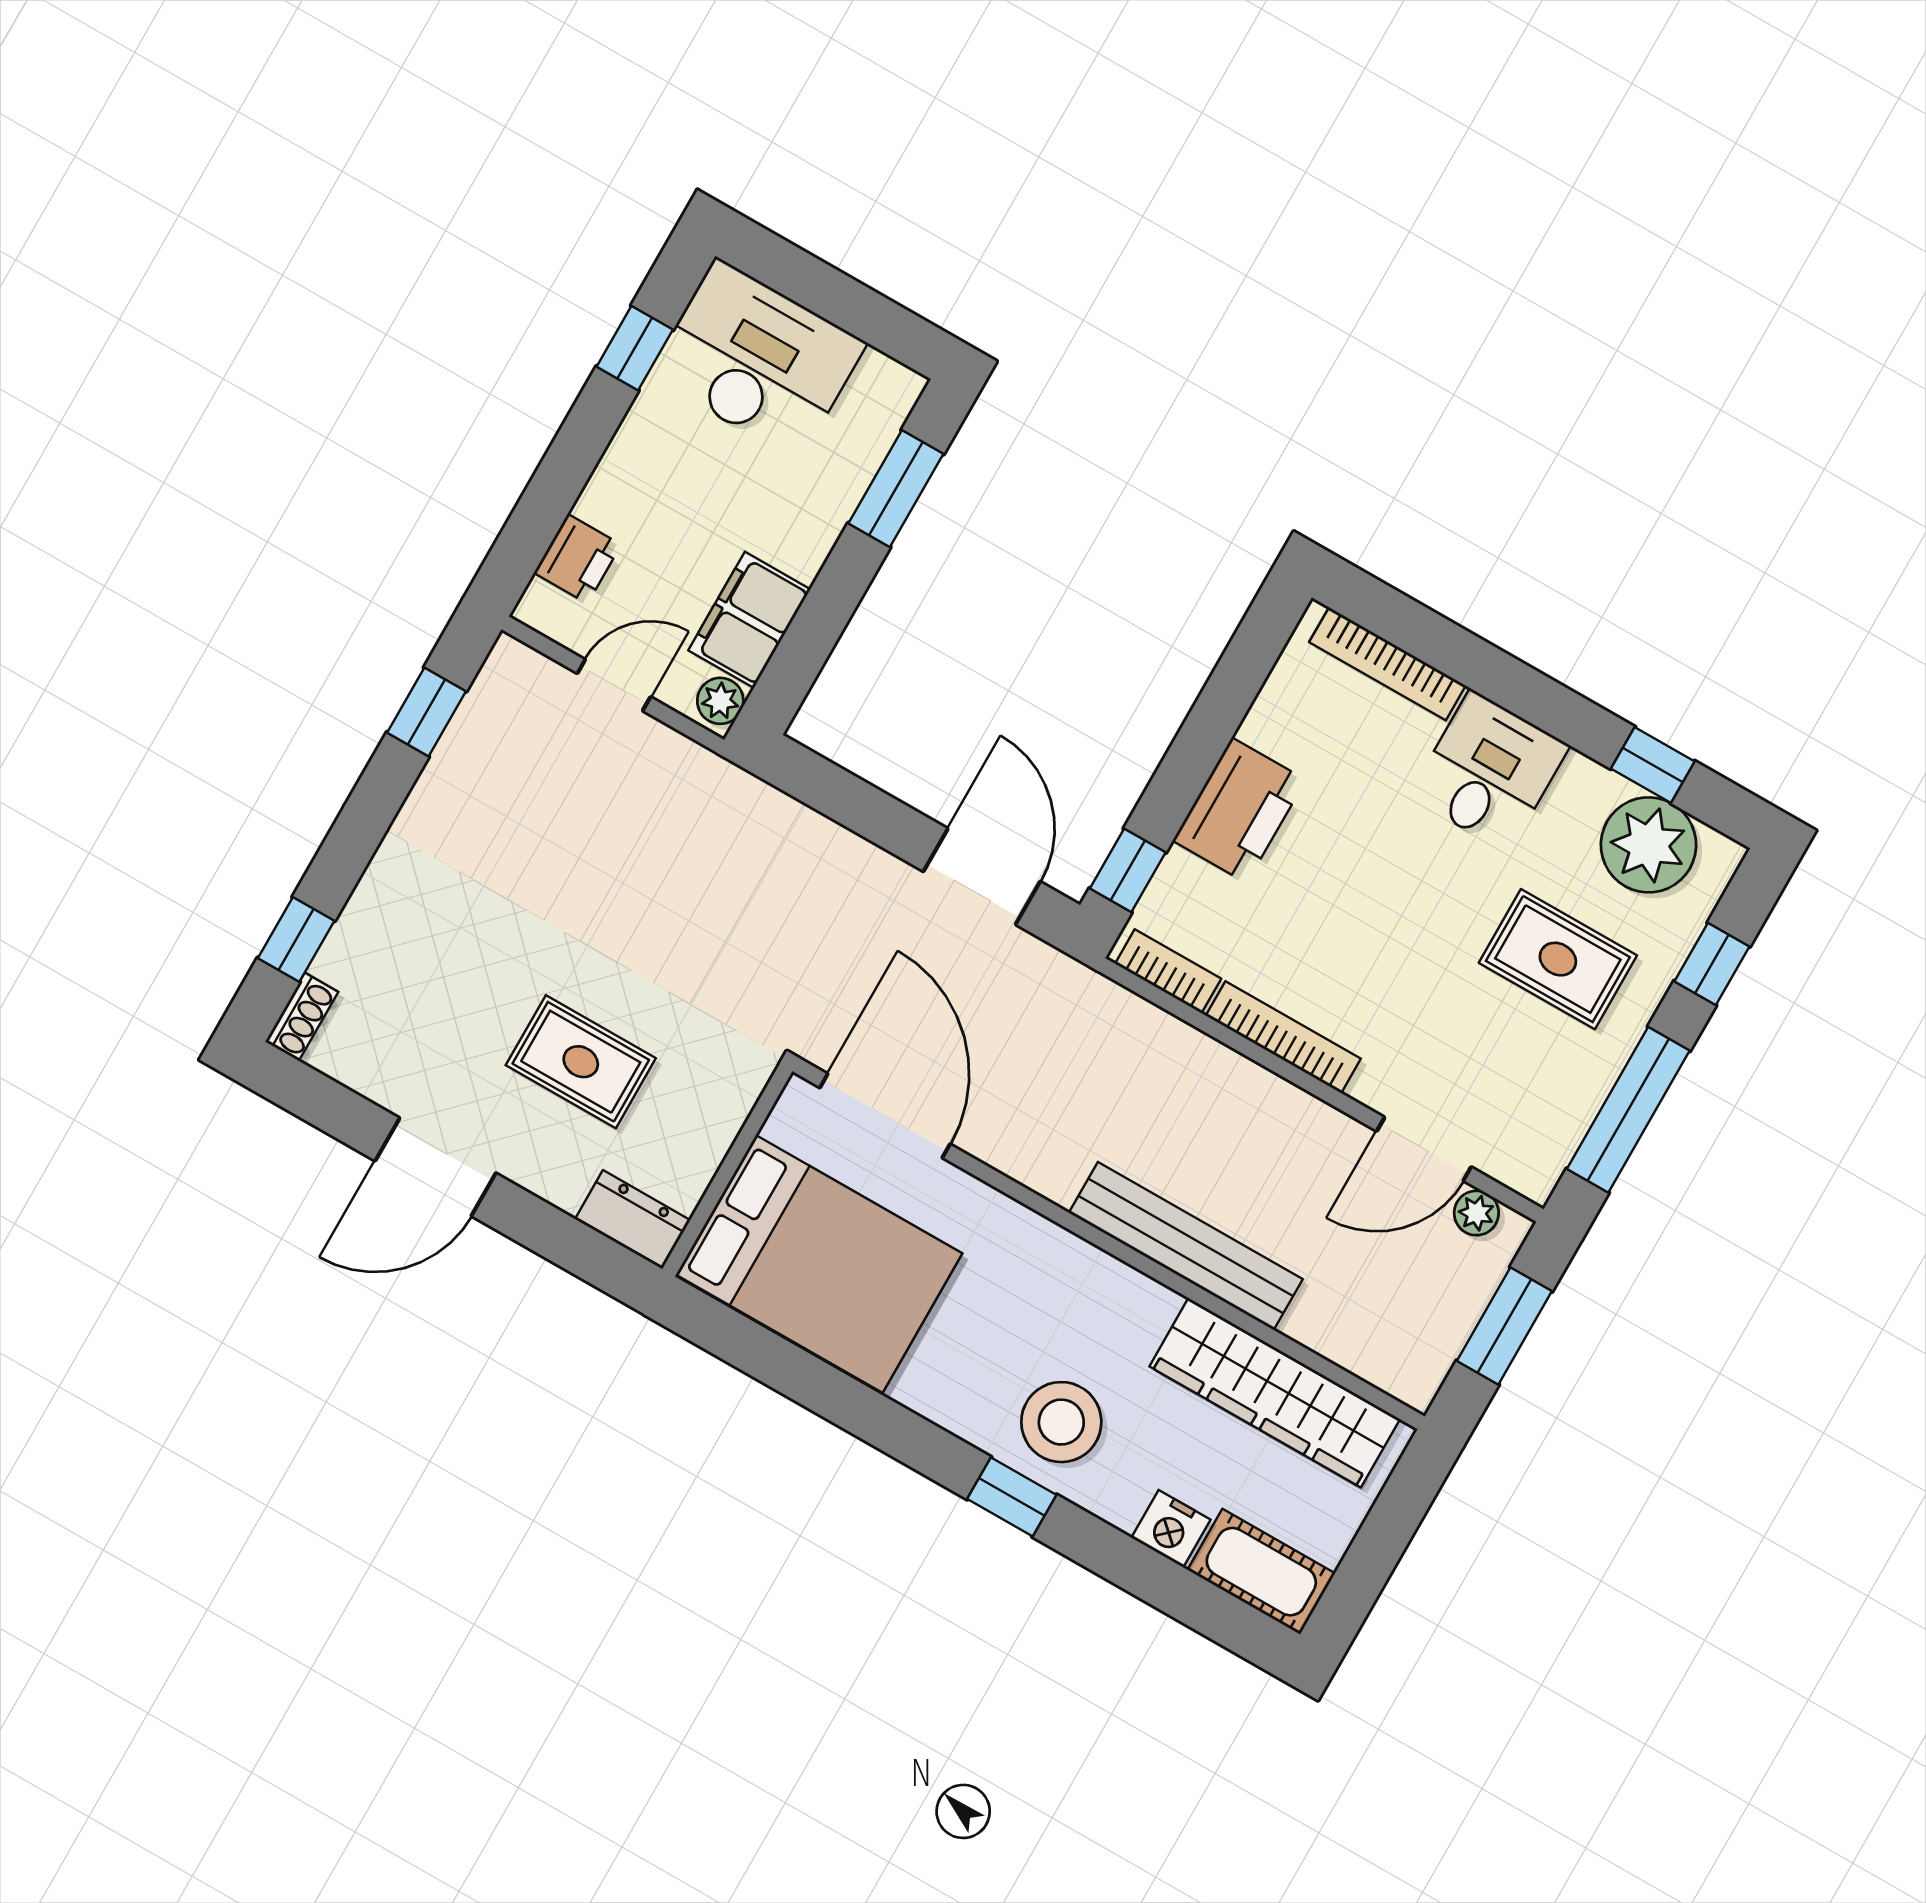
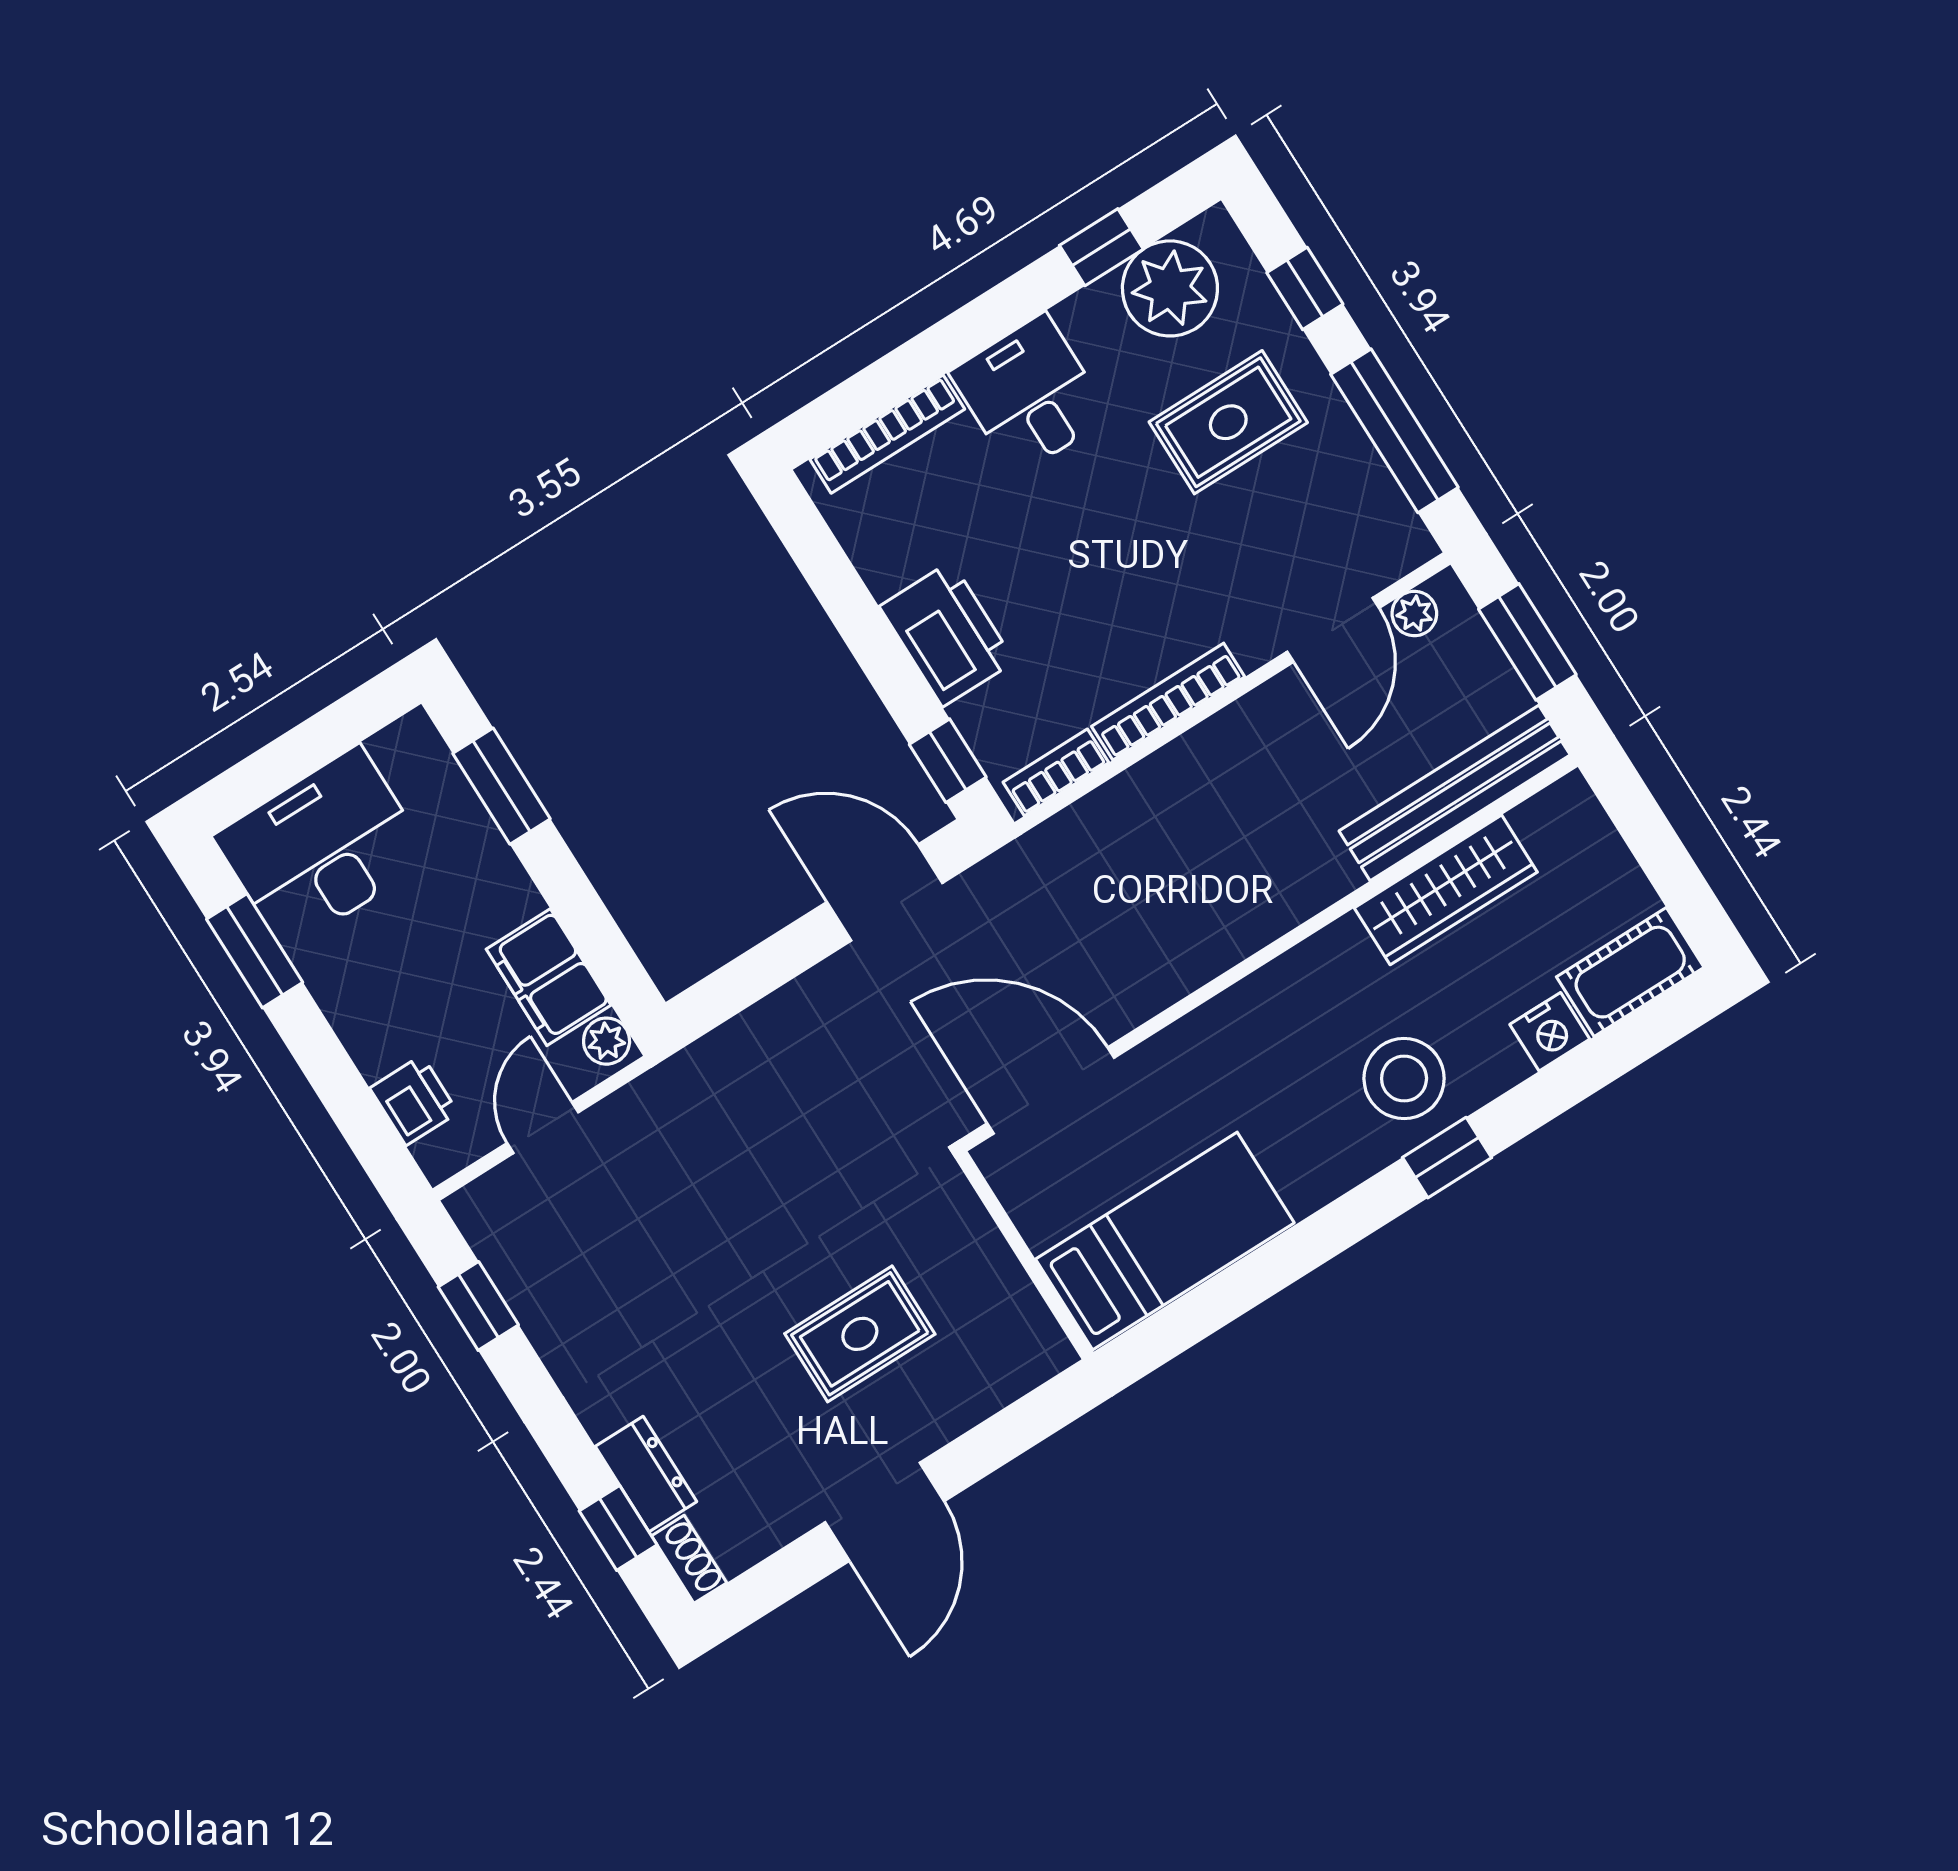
window: (635, 348) -> (255, 951), width x1.50
dresser: (633, 1220) -> (646, 1474), moved, turned 90
bench: (1186, 1246) -> (1455, 793), moved
bed: (819, 1264) -> (1165, 1241), width x0.67
wardrobe: (1275, 1393) -> (1446, 890), width x0.71, depth x0.85

